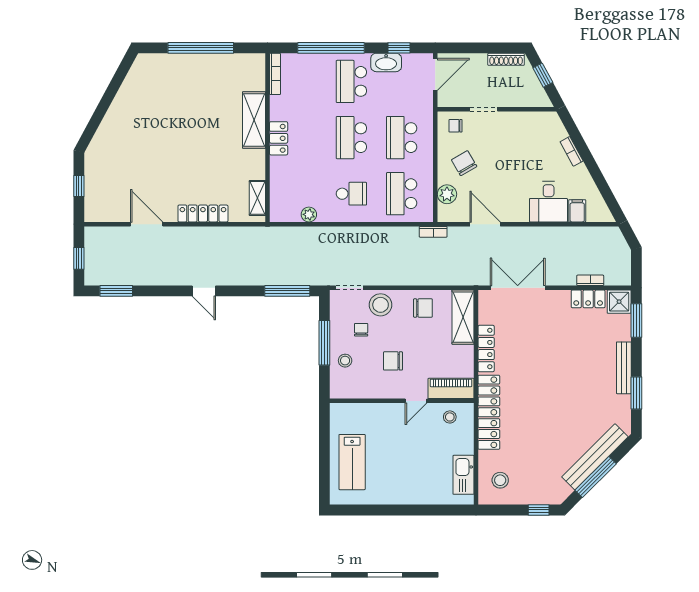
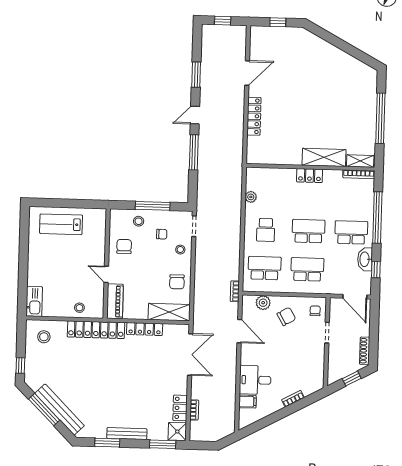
shelving: (257, 198) -> (360, 161), moved
door: (485, 224) -> (239, 331), hinge flipped
window: (116, 291) -> (196, 75), moved
window: (287, 291) -> (194, 152), moved
stool: (381, 305) -> (180, 250), width x0.53, depth x0.53
chair: (393, 361) -> (124, 246), moved
stool: (450, 417) -> (79, 308), moved
kitchen sink: (463, 475) -> (34, 301), moved, turned 90

